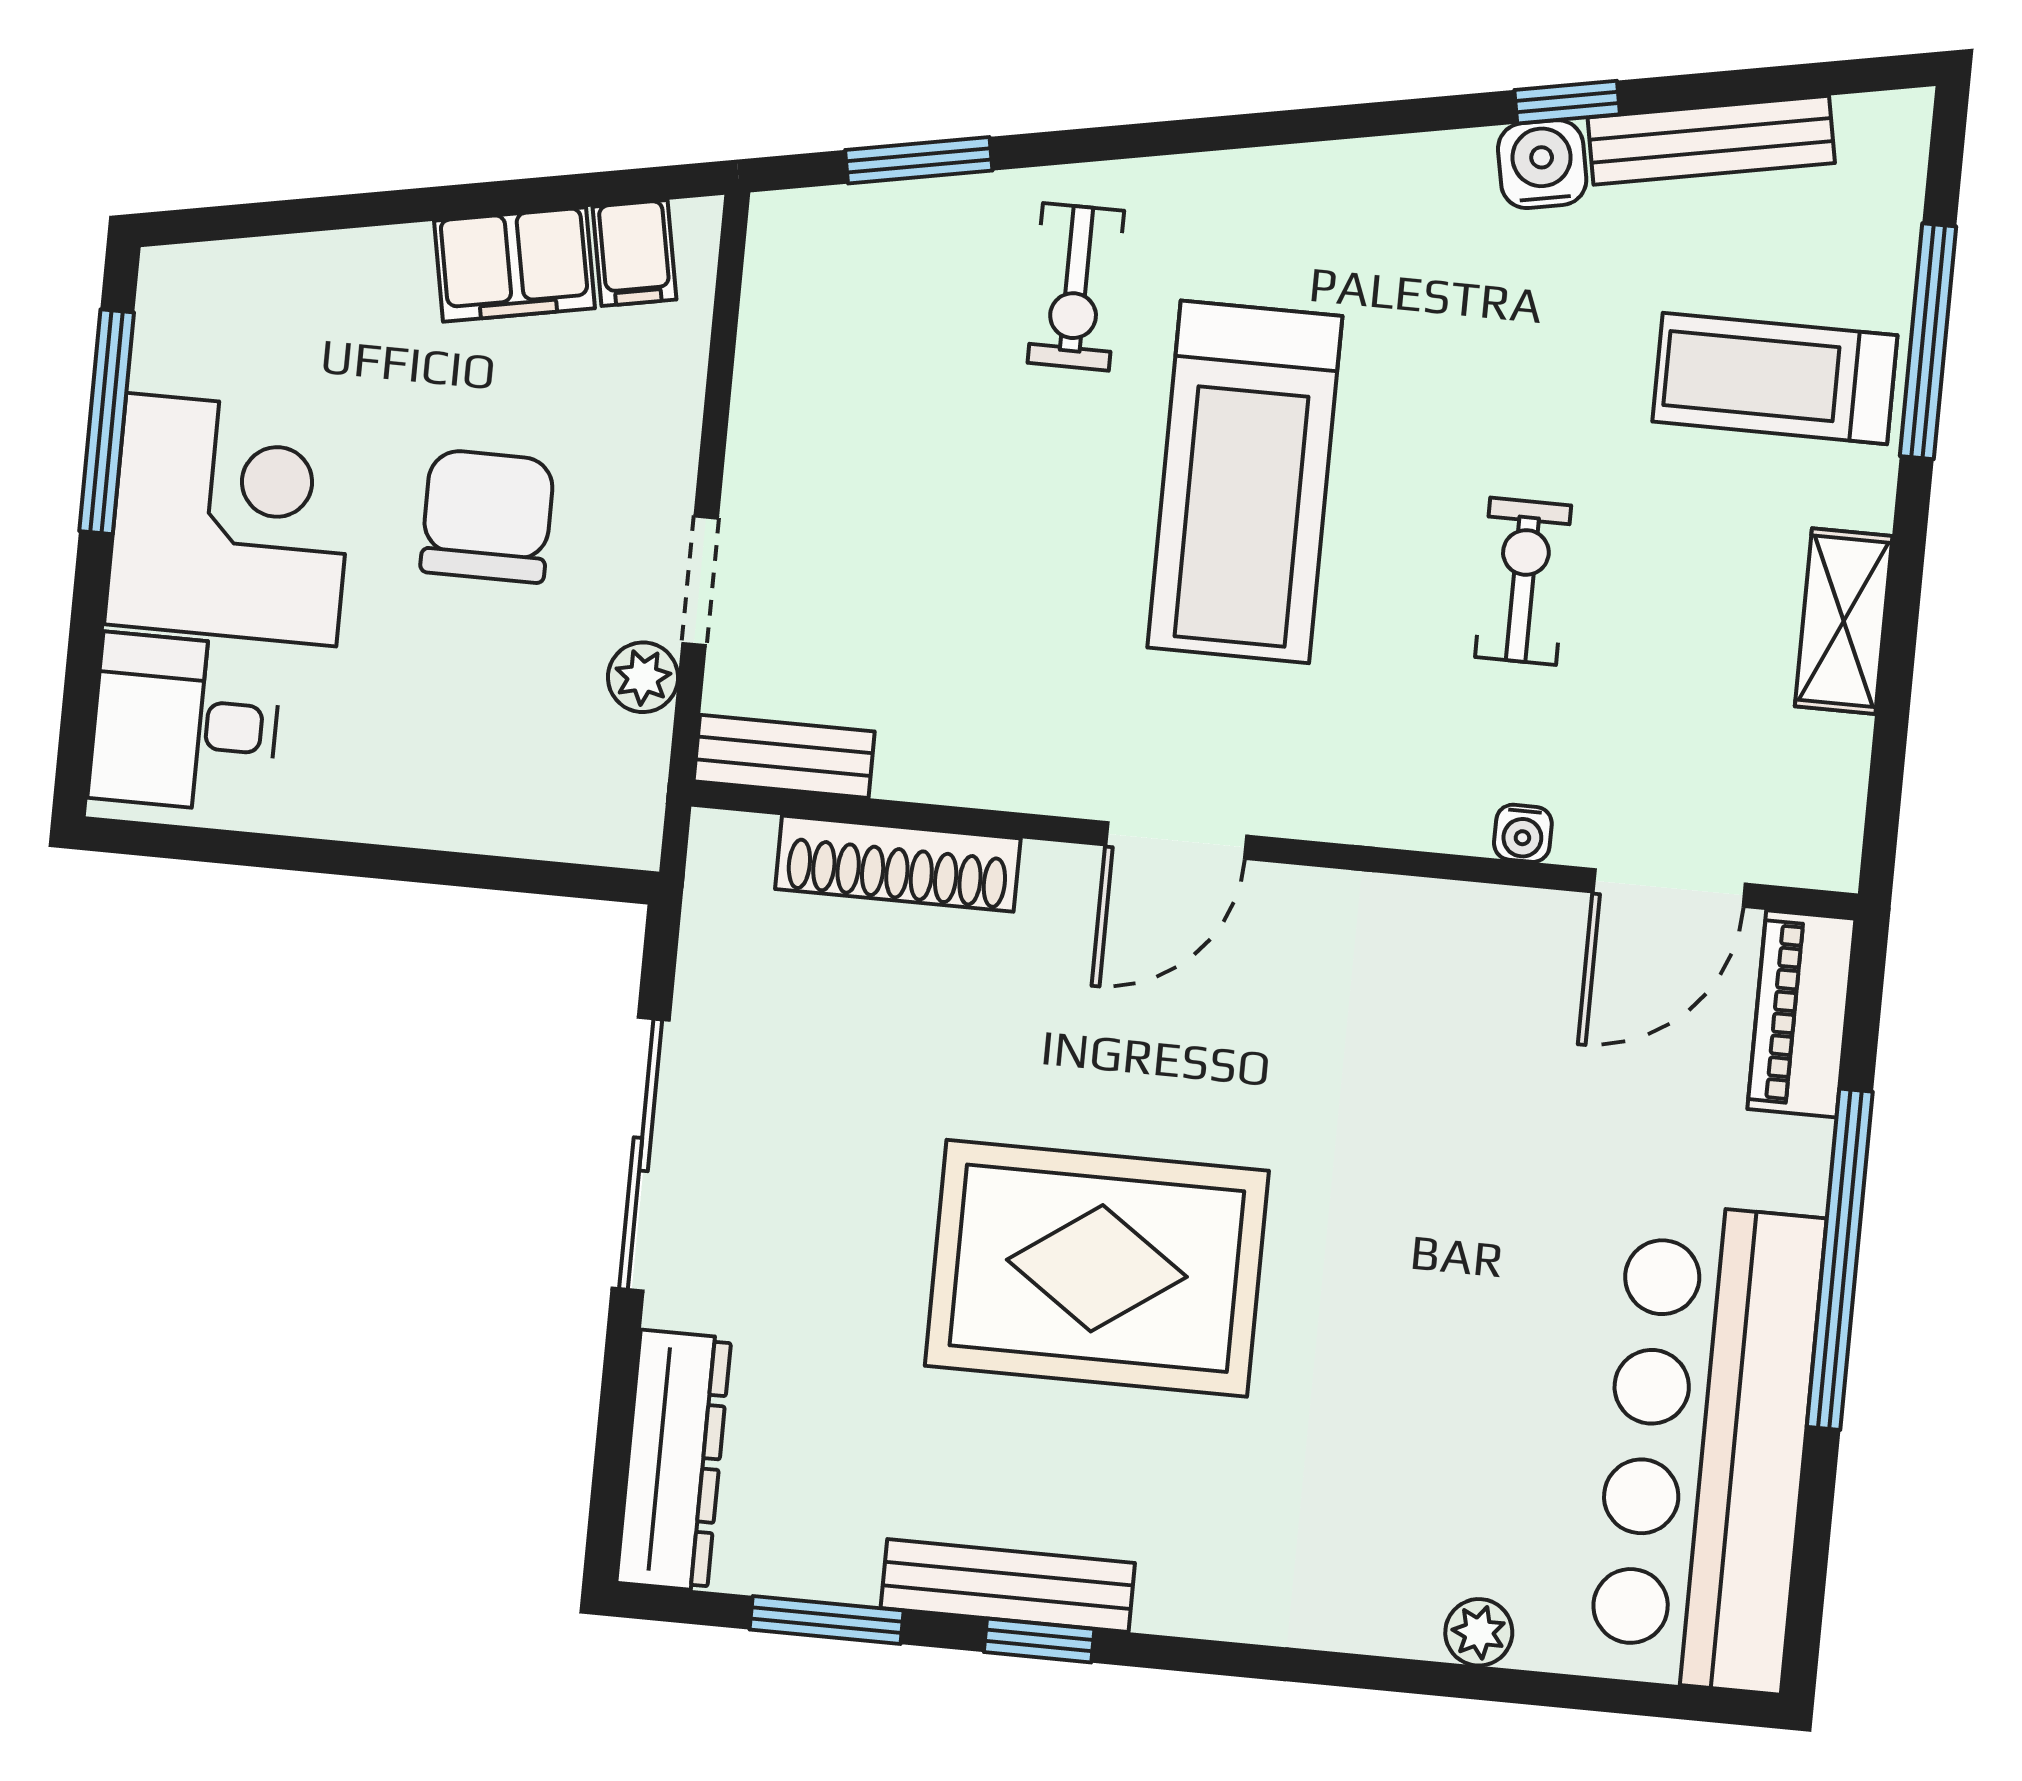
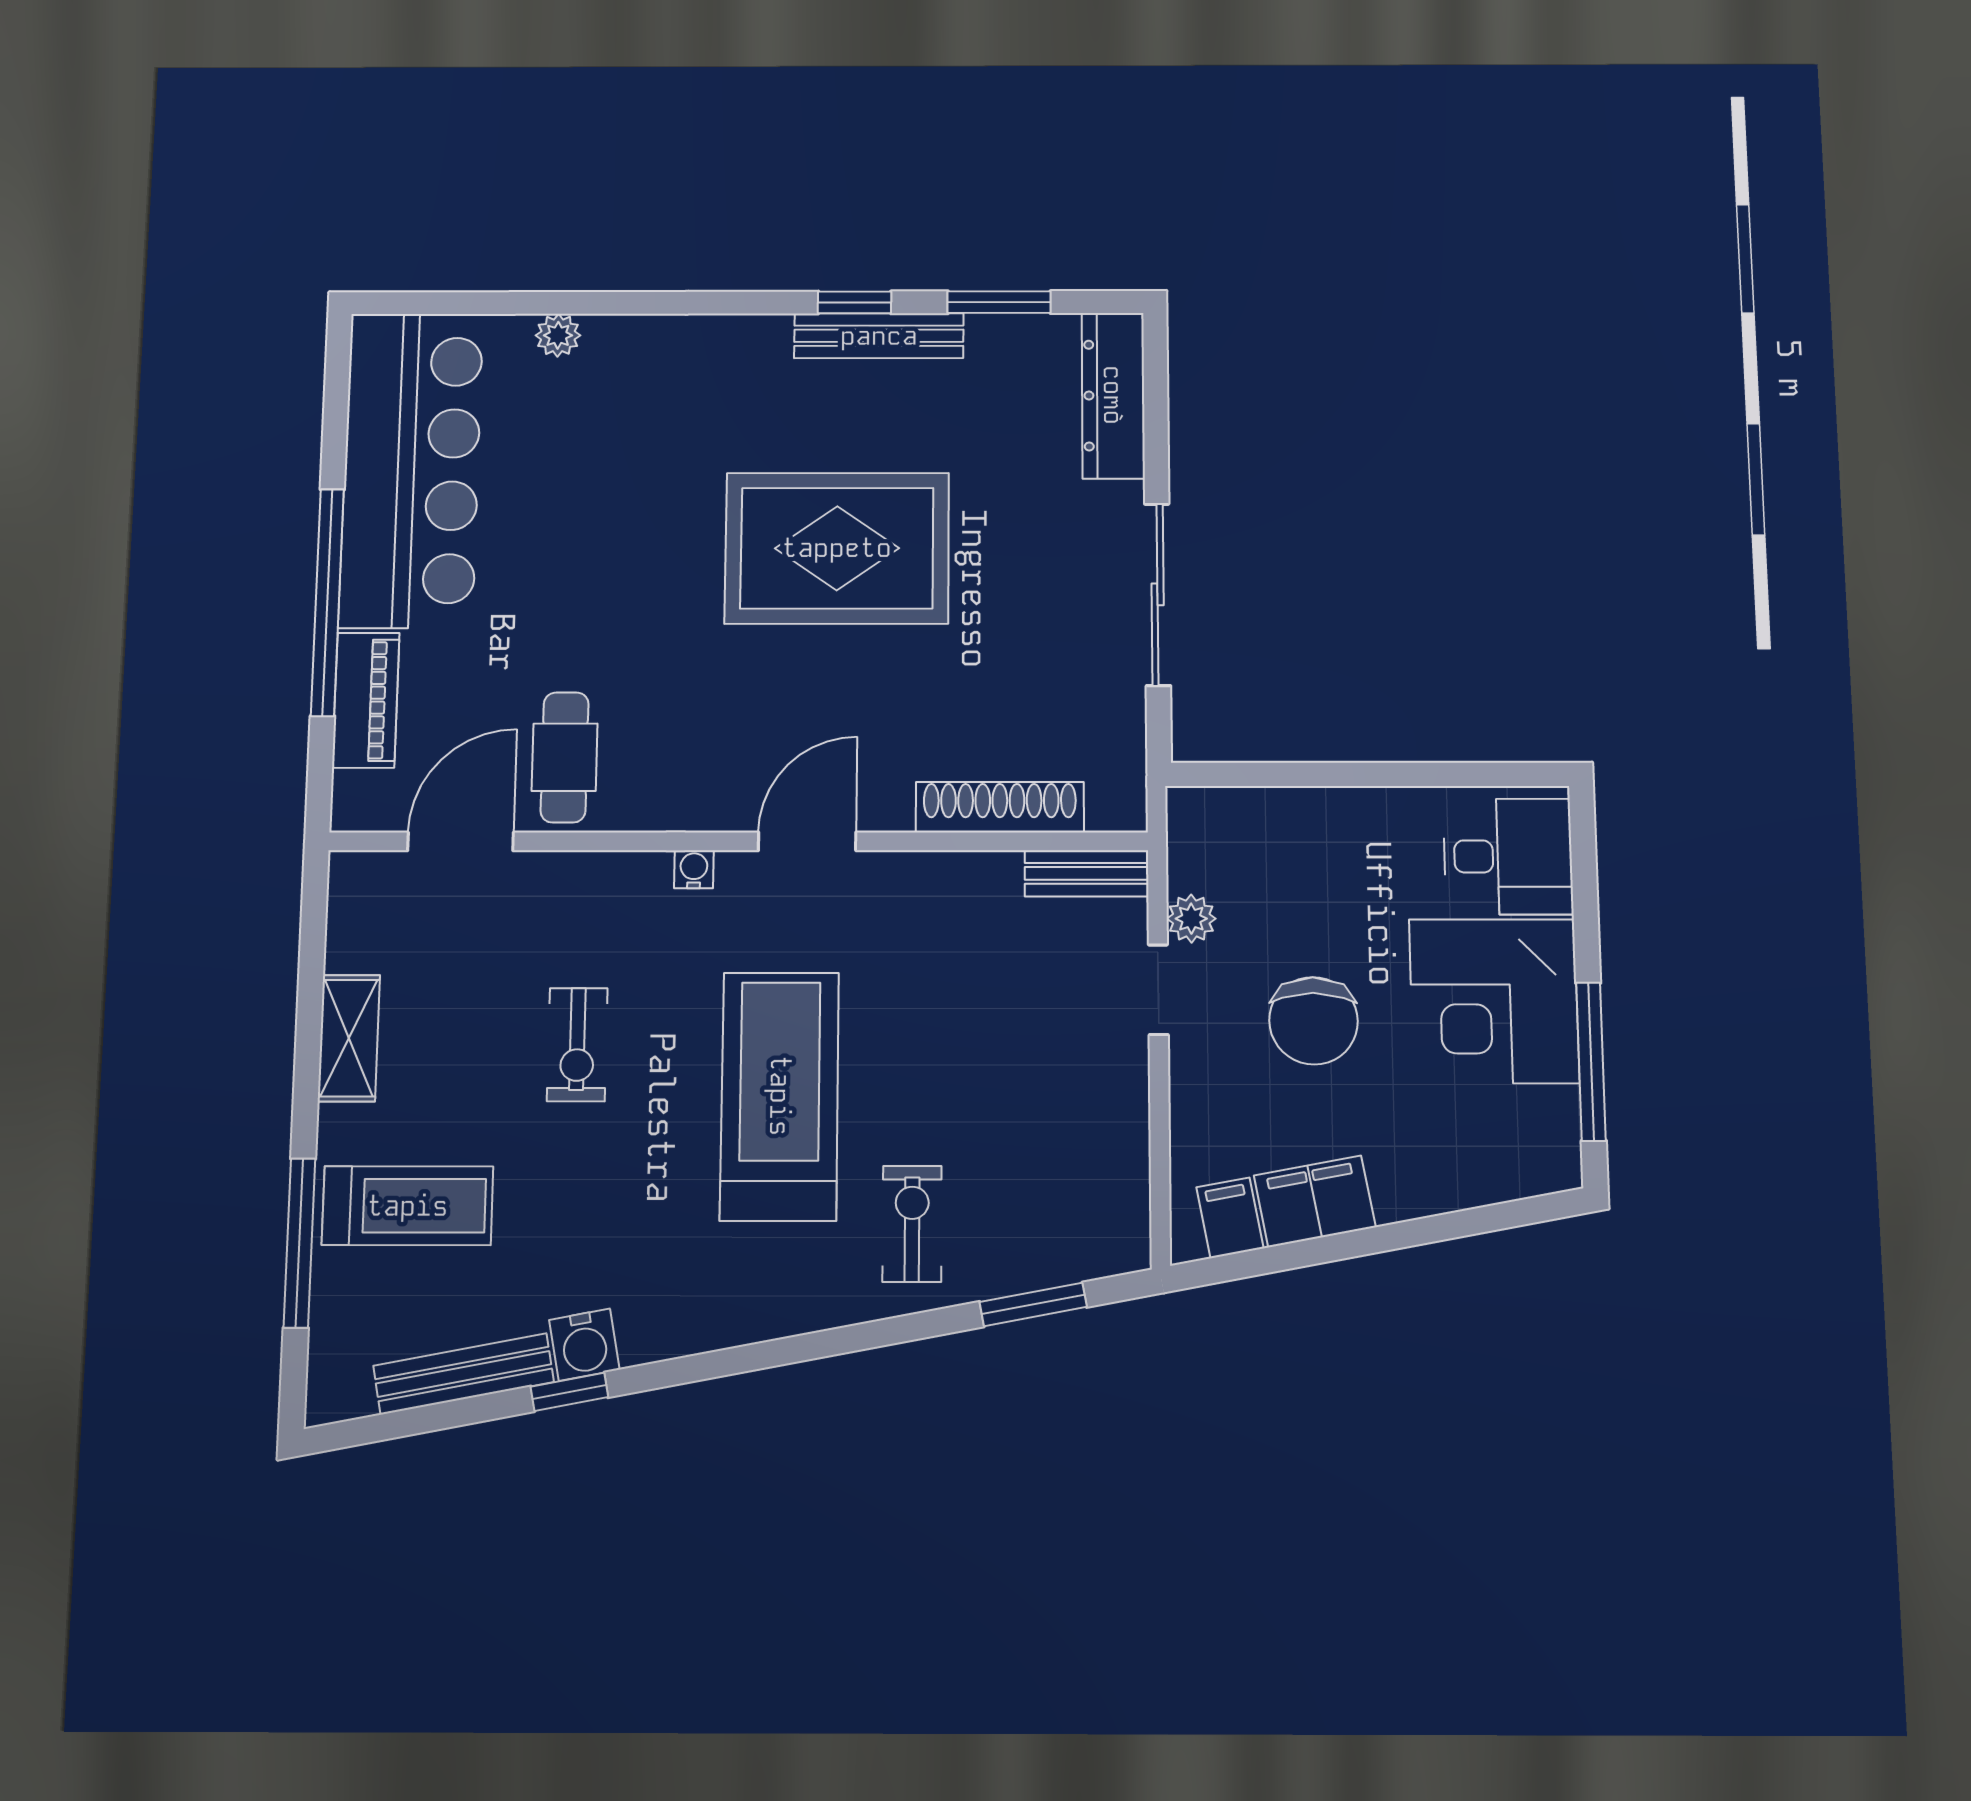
water cooler: (1523, 833) -> (694, 869), moved
cafe table: (1513, 996) -> (565, 757), added
piano: (1801, 1014) -> (366, 700), moved

